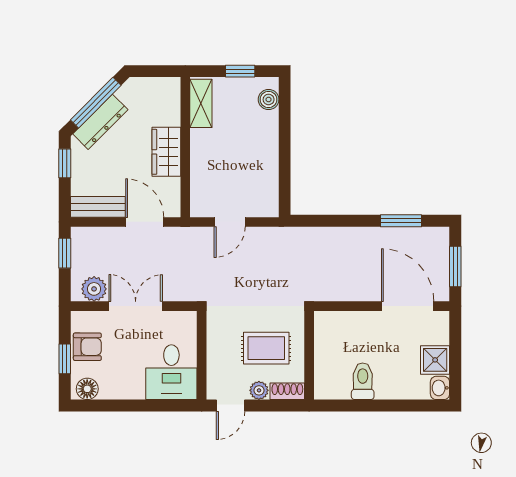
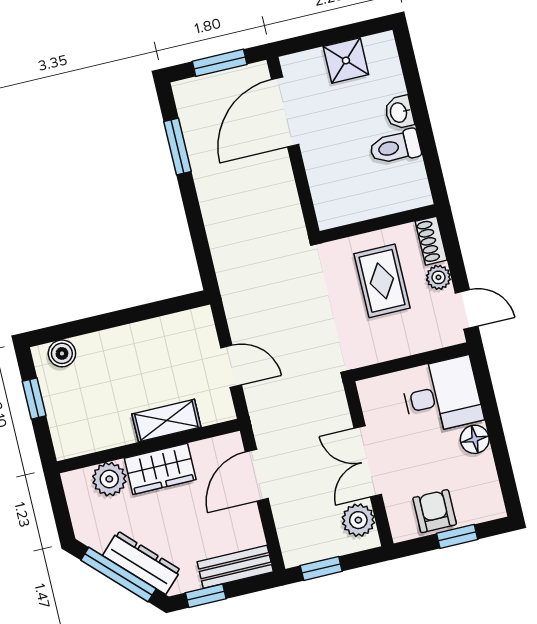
shelving: (201, 103) -> (166, 421), moved
plant: (168, 112) -> (109, 479), added
bench: (98, 207) -> (235, 567), moved, turned 90
washbasin: (440, 388) -> (399, 112), moved, turned 90
floor lamp: (87, 389) -> (475, 439), moved

